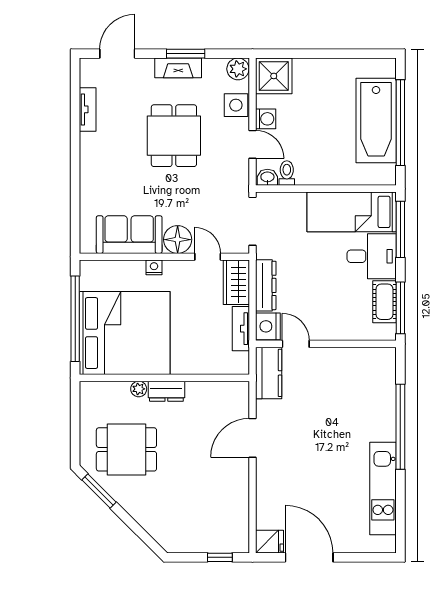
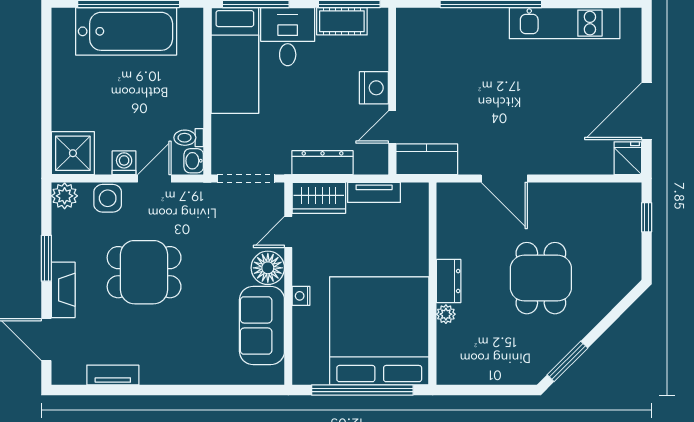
fireplace: (178, 68) -> (63, 290), moved
nightstand: (268, 326) -> (374, 88), moved, turned -90
dining table: (126, 449) -> (541, 278), moved

